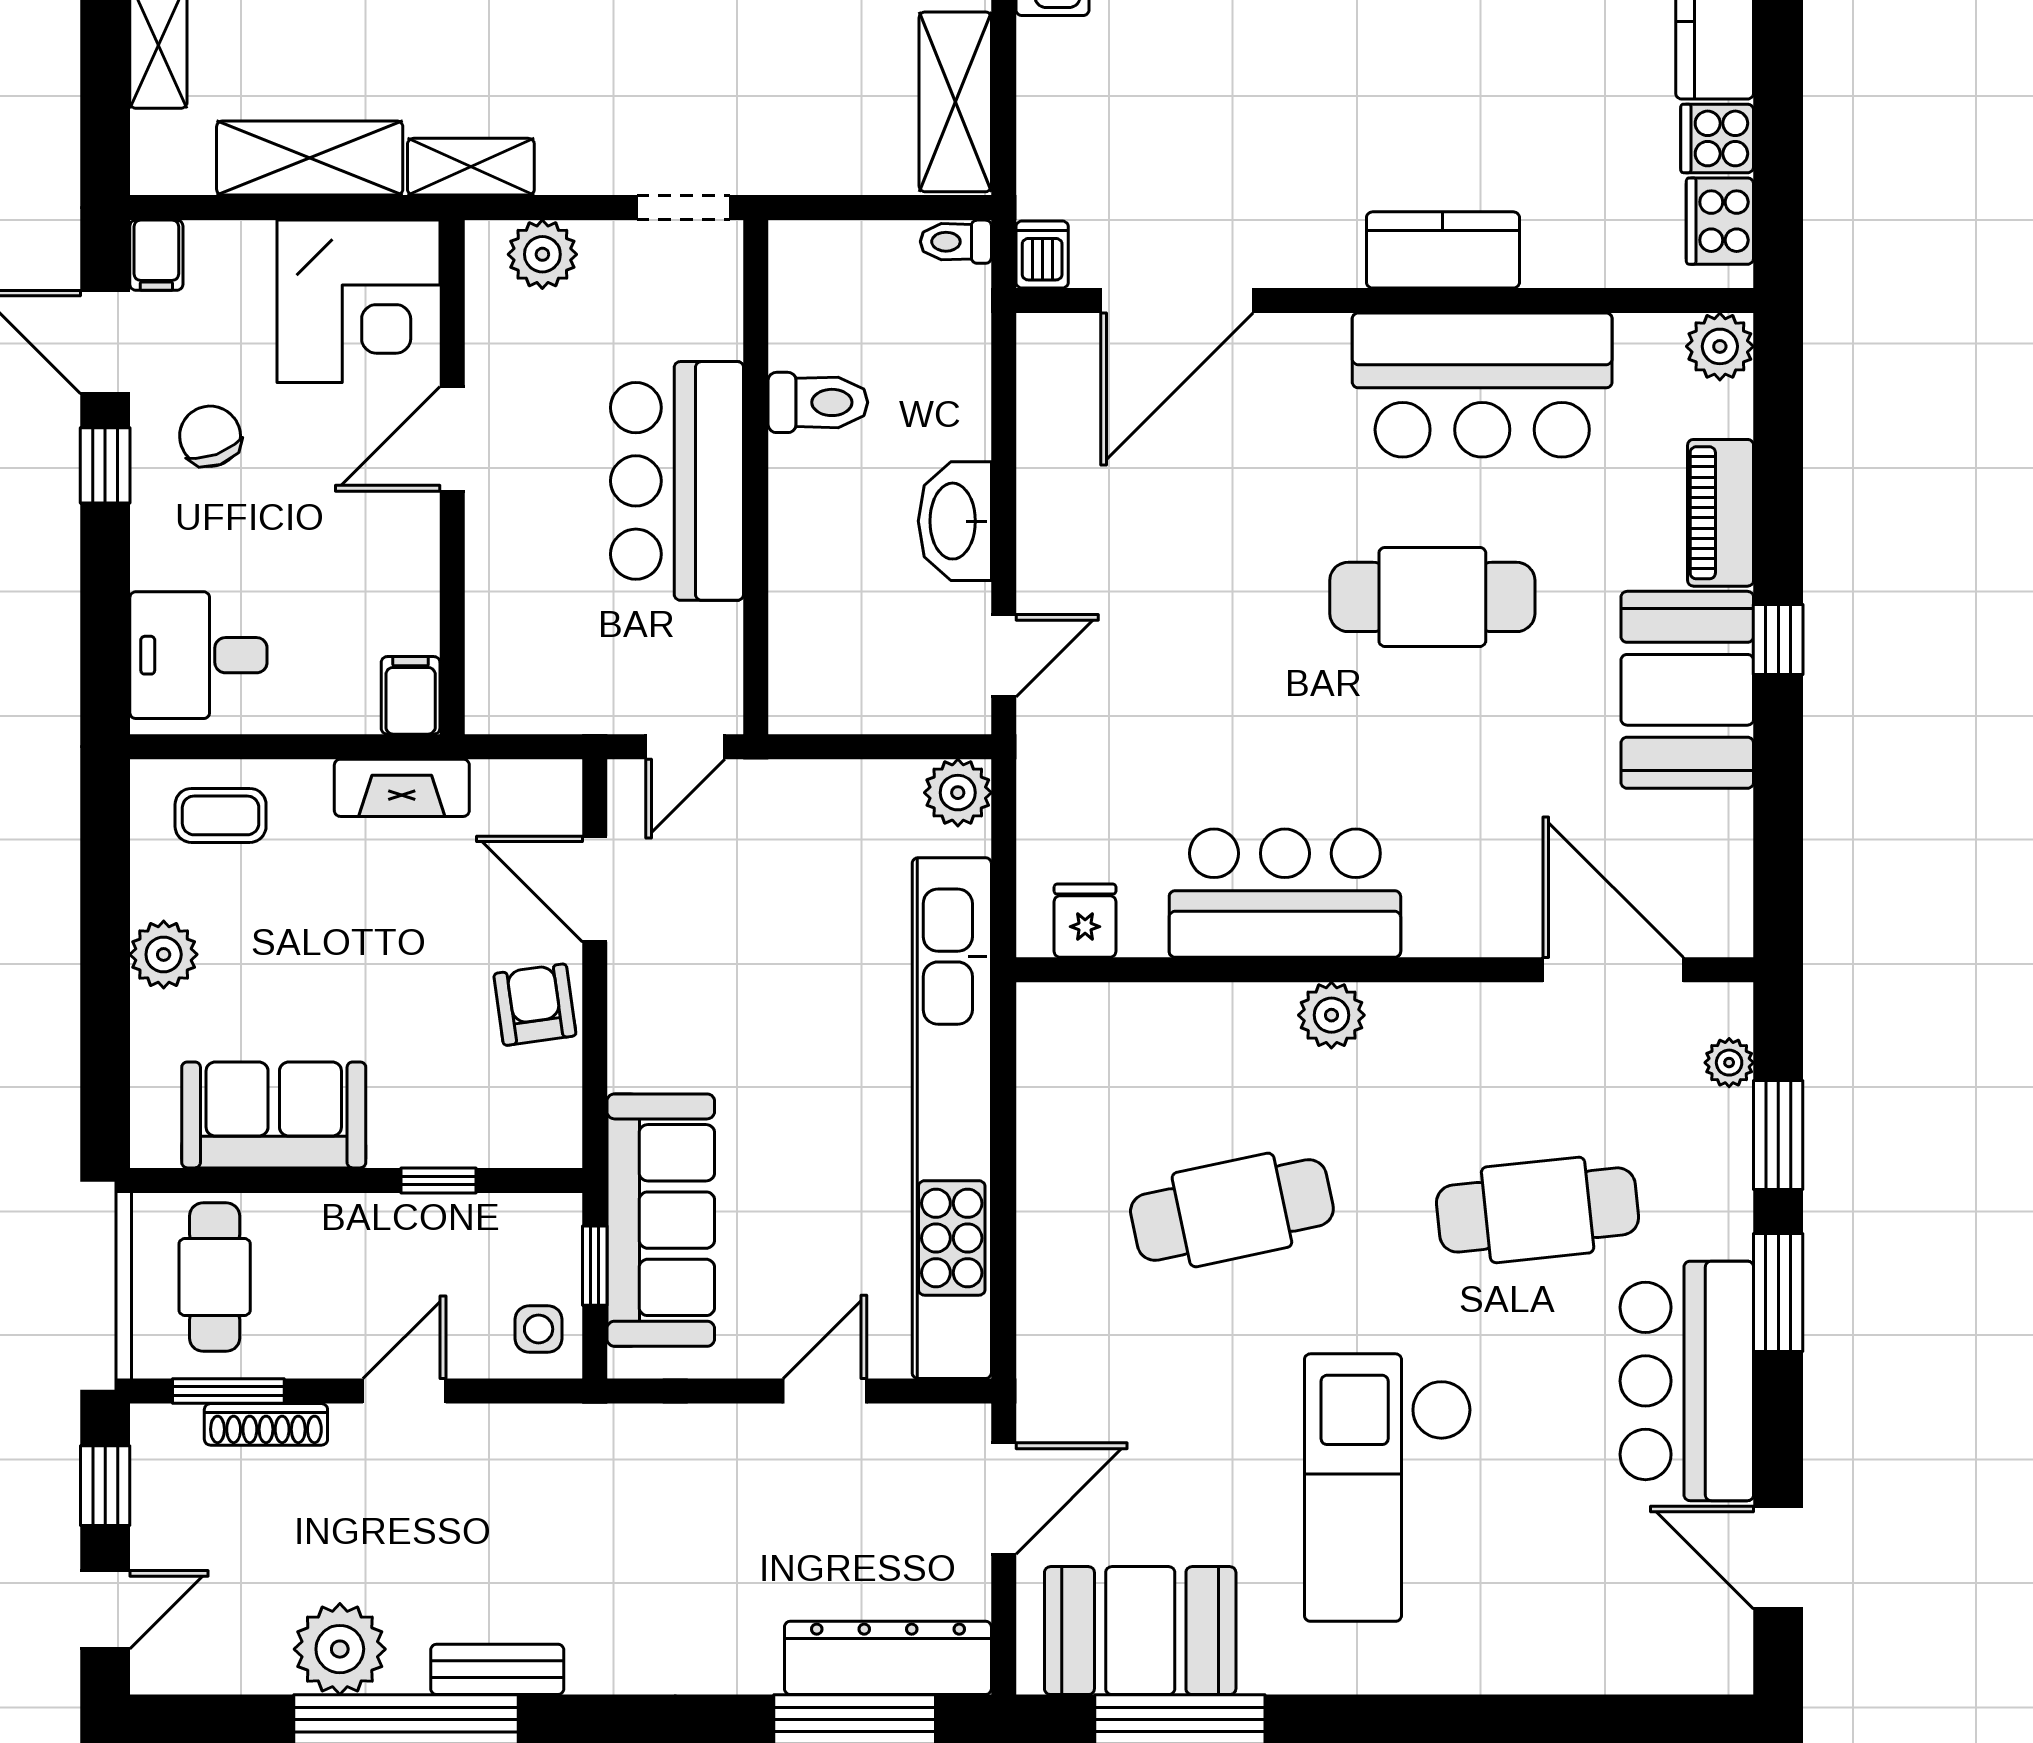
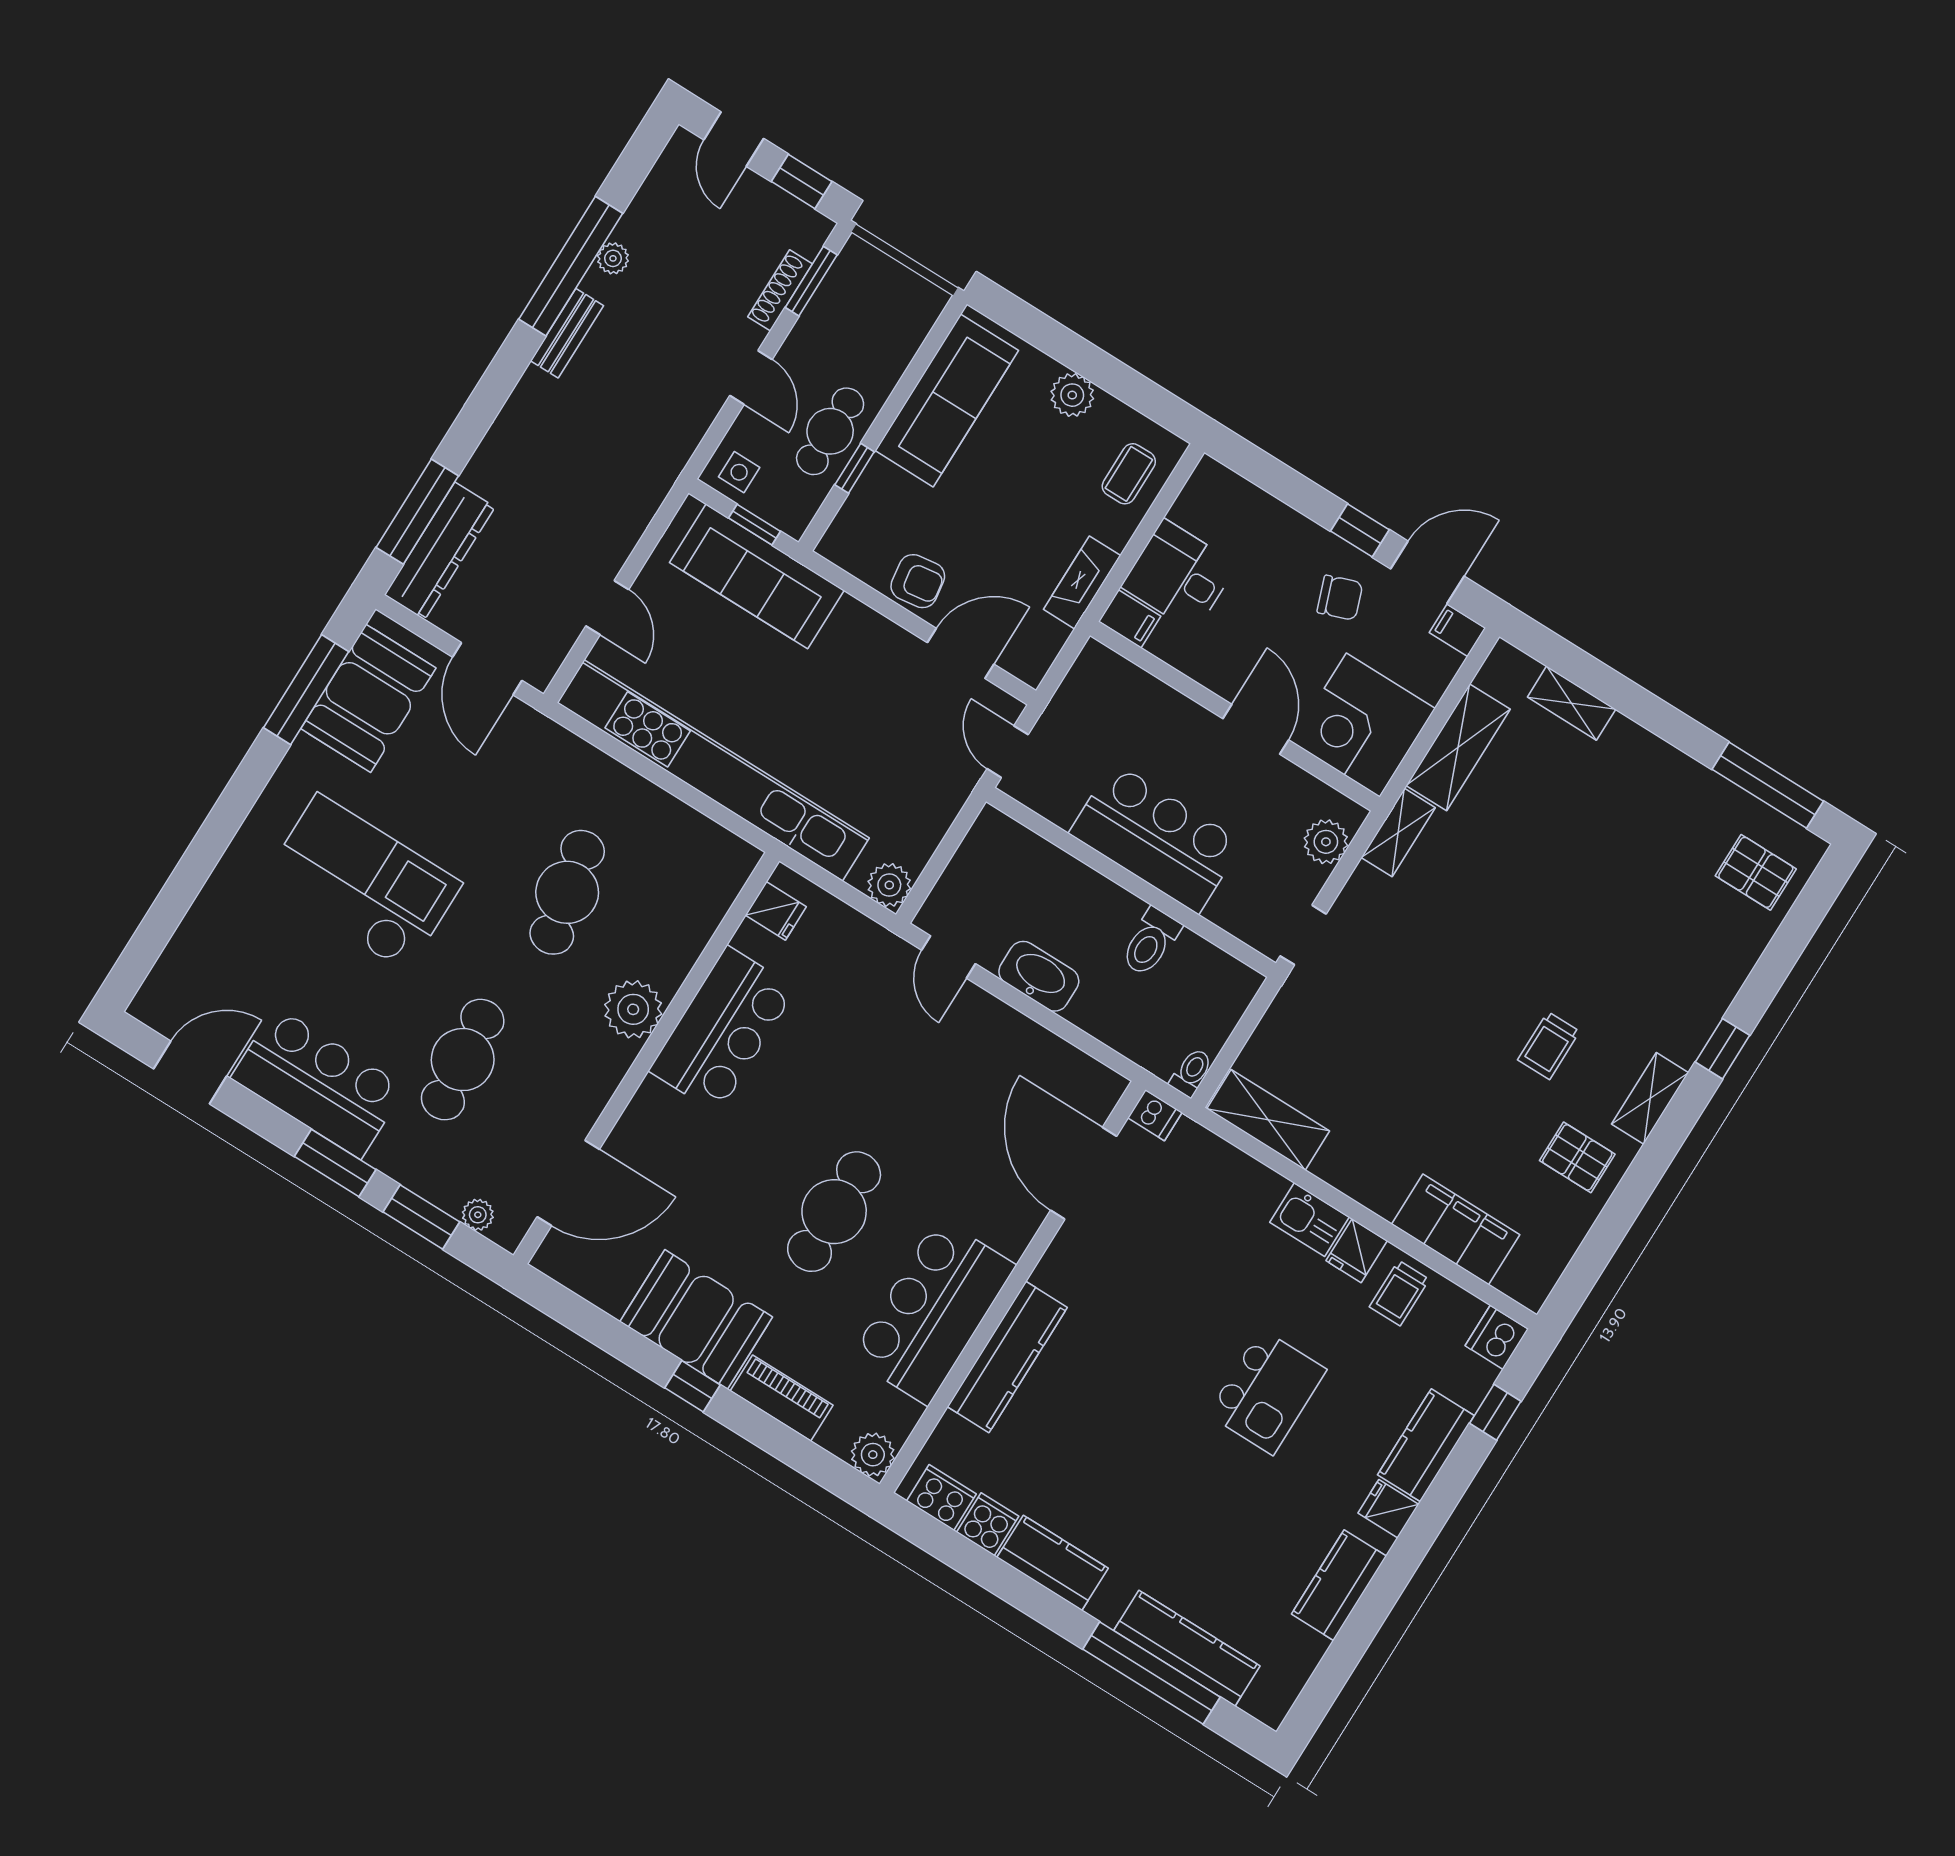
kitchen counter: (1443, 250) -> (1007, 1357), width x1.50
desk: (198, 655) -> (1179, 576), moved, turned -90
plant: (1331, 1015) -> (633, 1009), width x1.36, depth x1.36
sofa: (274, 1115) -> (947, 401), width x1.36
cafe table: (215, 1277) -> (830, 431), moved, turned 90
plant: (340, 1649) -> (613, 258), width x0.53, depth x0.53

